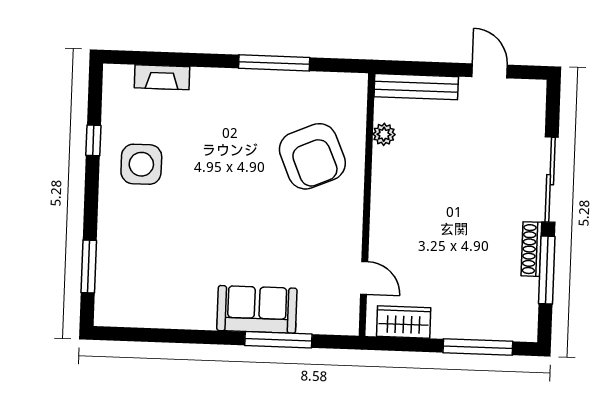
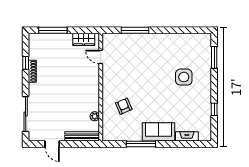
armchair: (312, 156) -> (124, 106), width x0.53, depth x0.53
side table: (141, 164) -> (184, 77), moved
sliding door: (550, 180) -> (26, 114), moved
window: (547, 270) -> (26, 63), width x0.46
sofa: (257, 309) -> (159, 132), moved, turned 180

